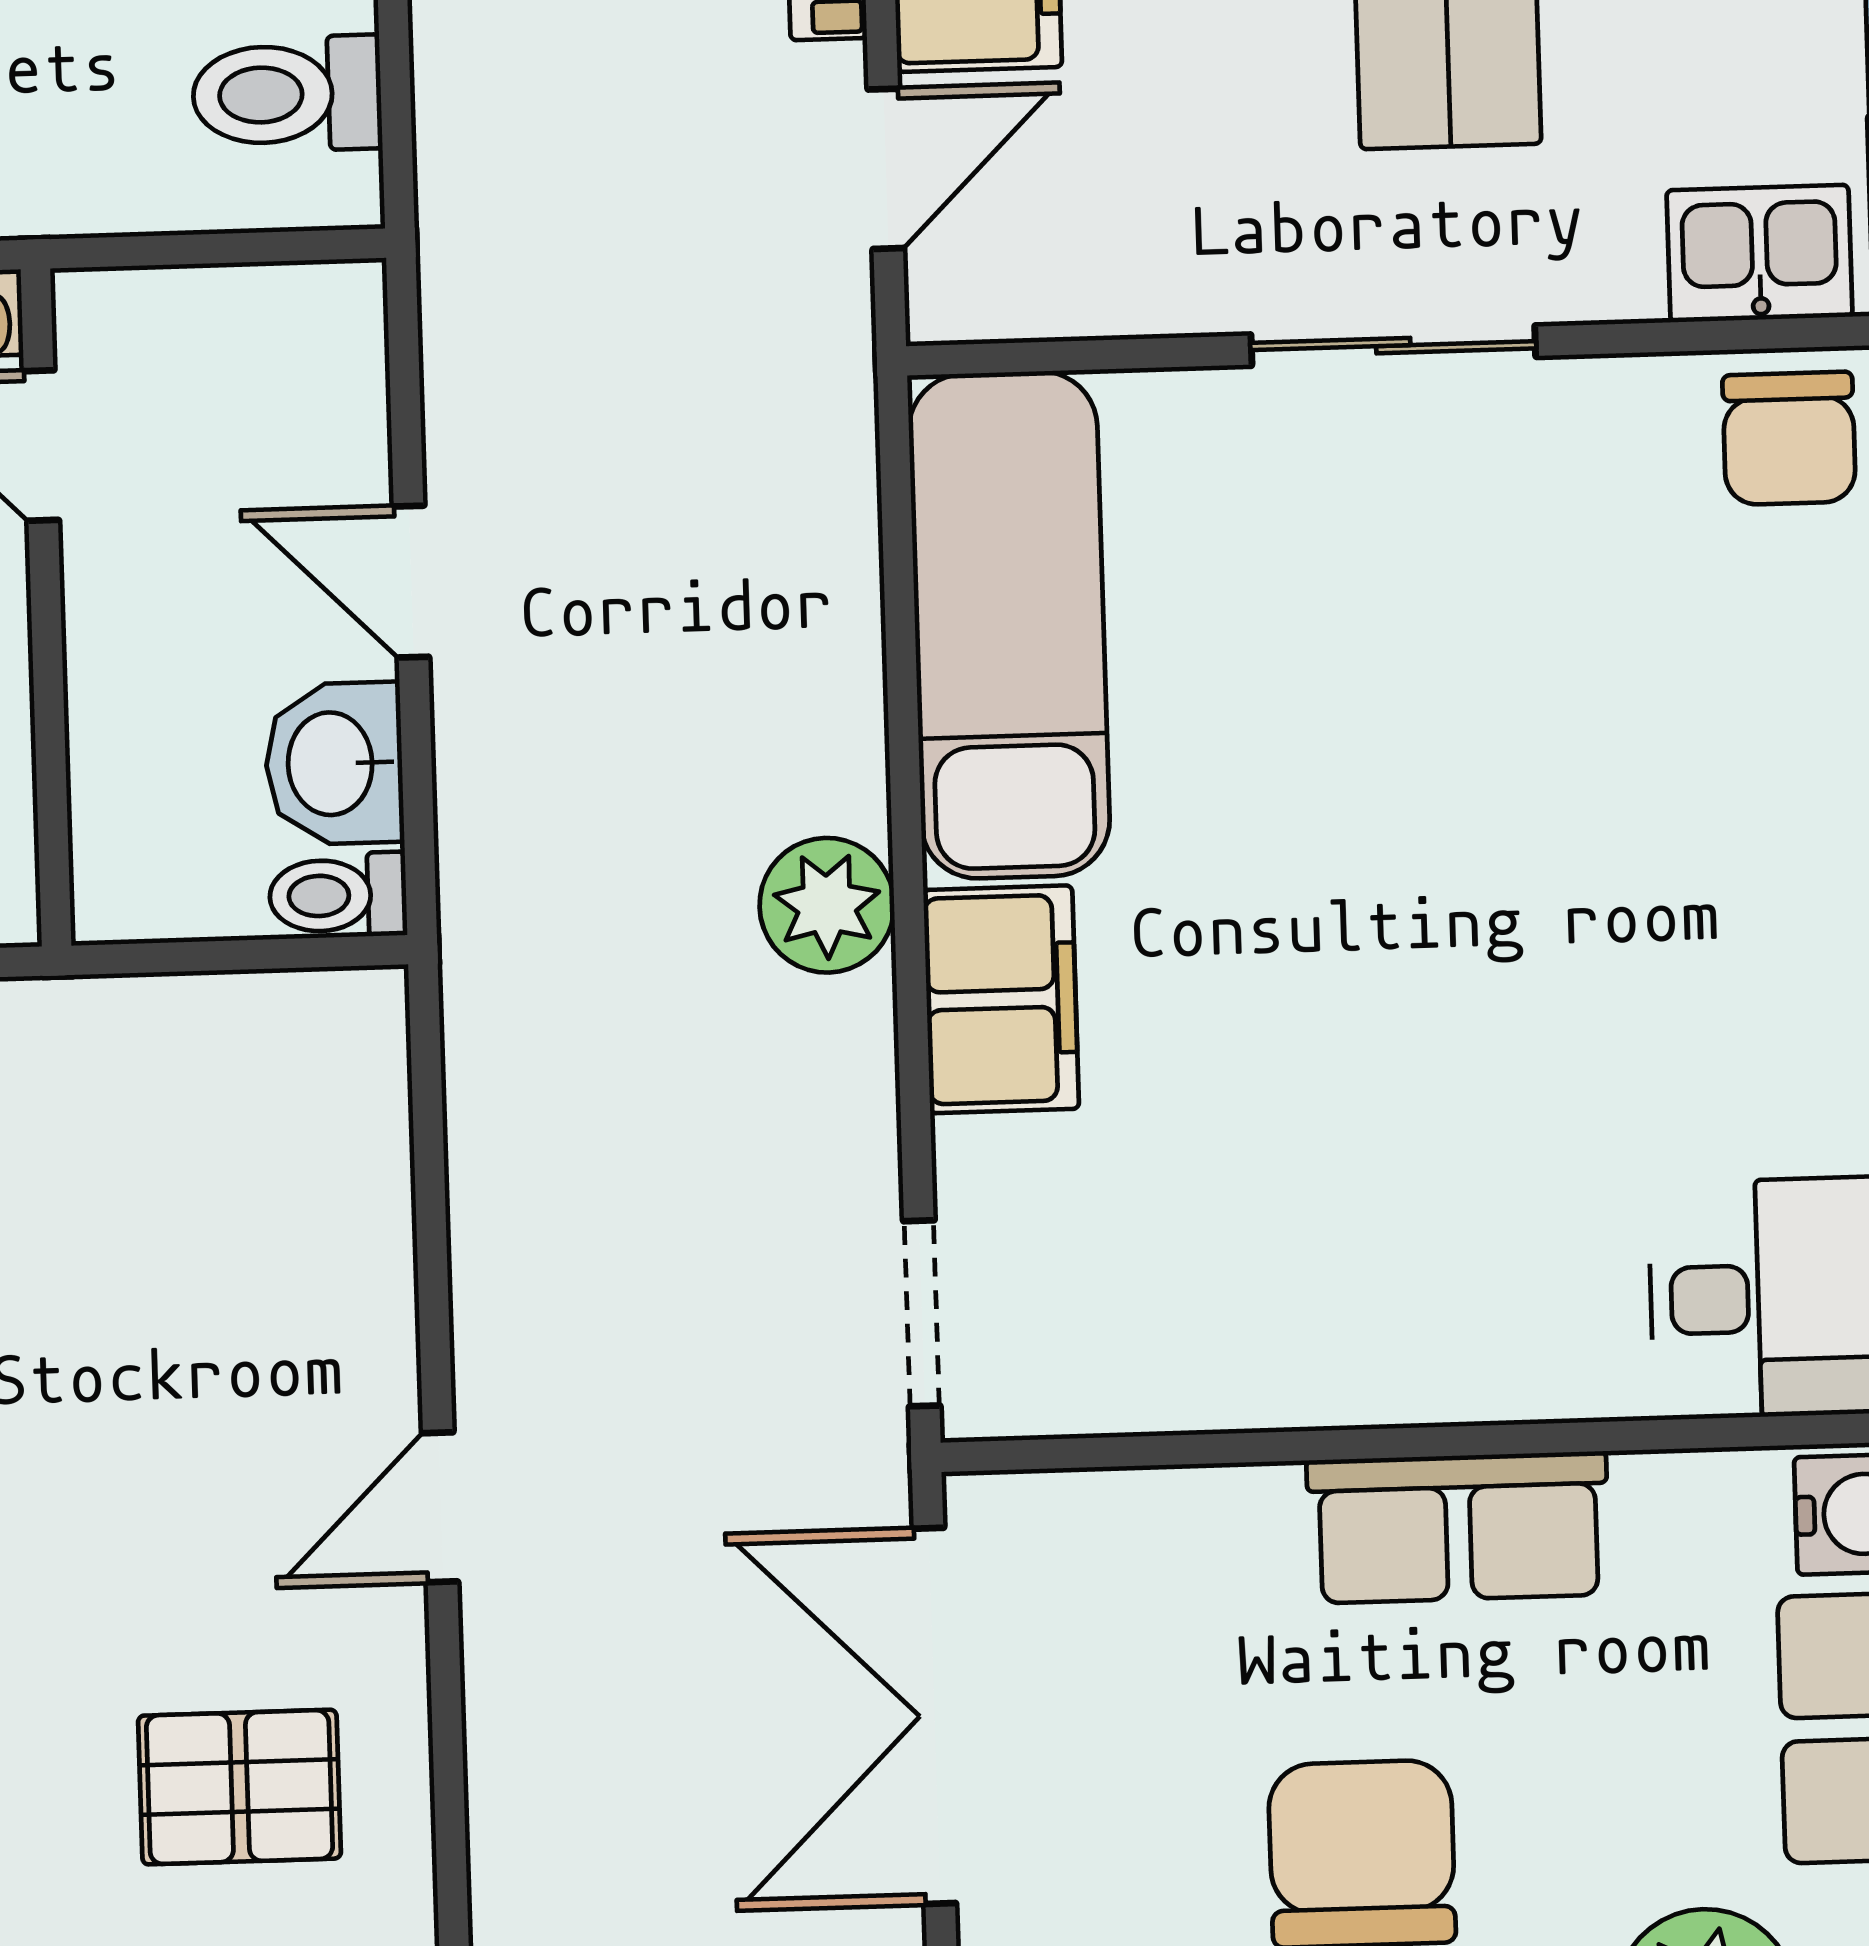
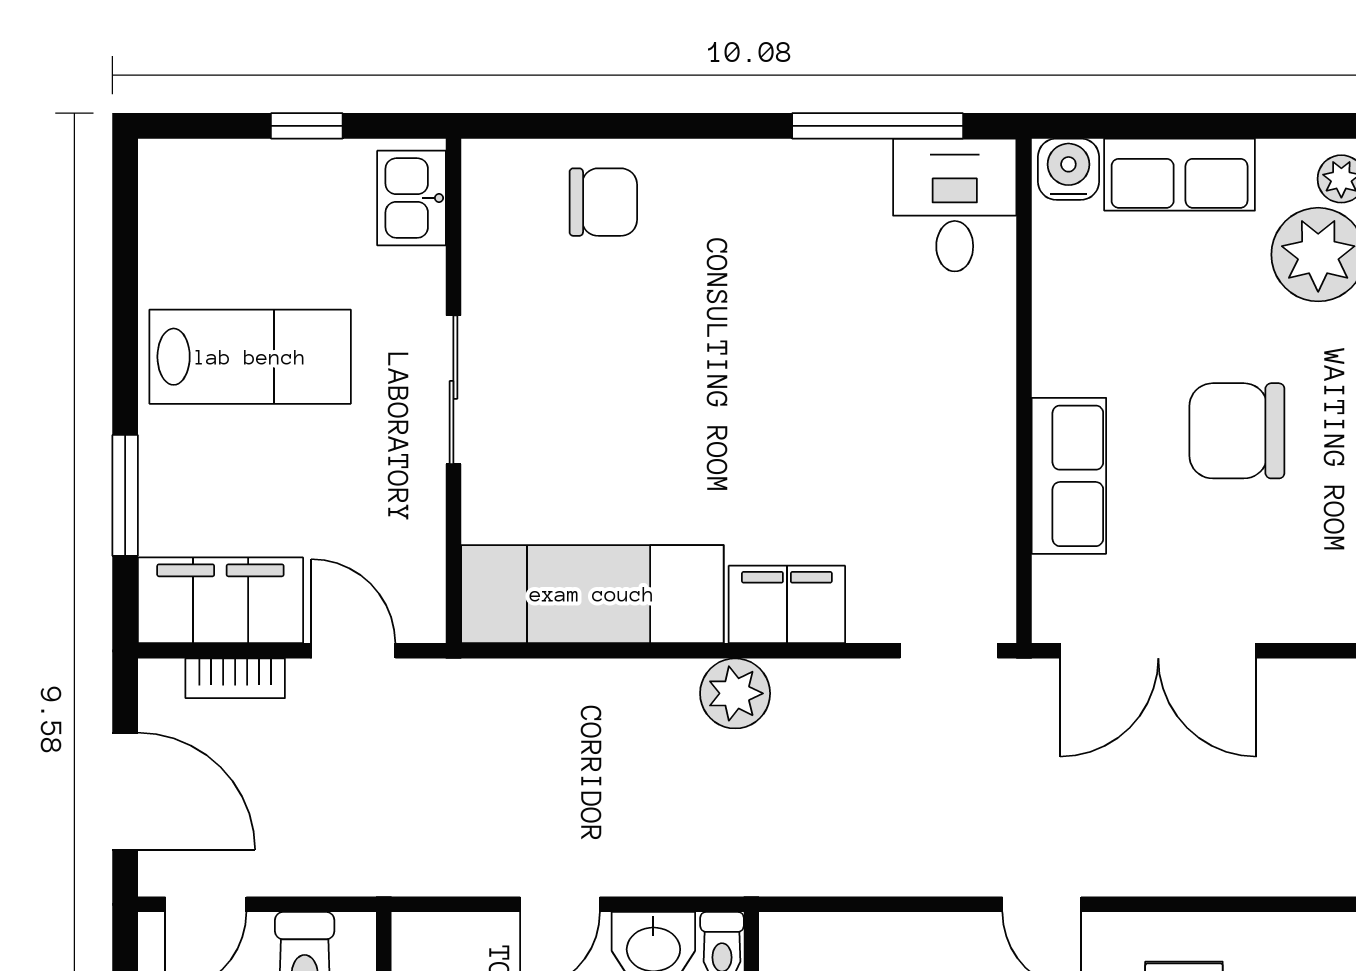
chair: (1789, 438) -> (603, 202), moved
row of seats: (1458, 1527) -> (1069, 476), moved

